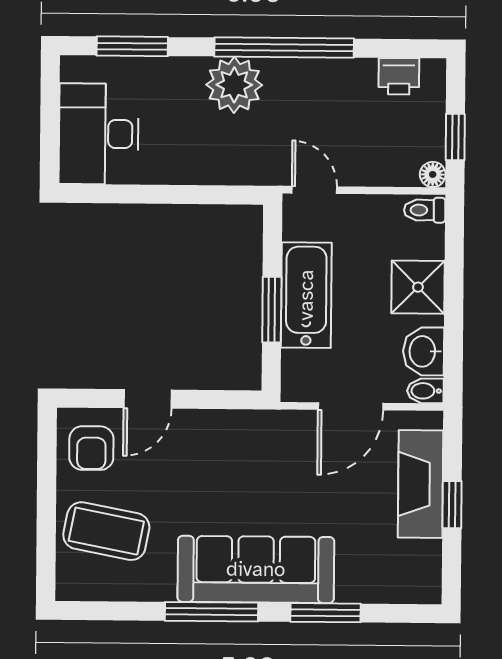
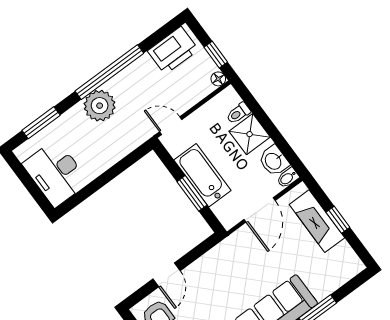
printer: (399, 76) -> (173, 50), width x1.87, depth x1.48
toilet: (425, 210) -> (238, 113), moved

